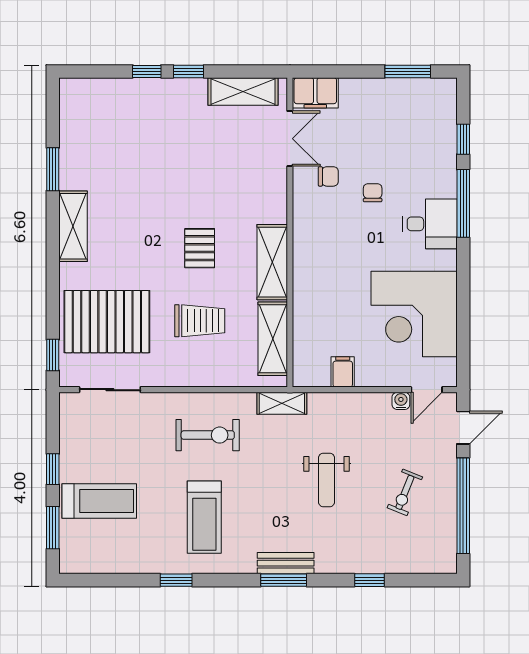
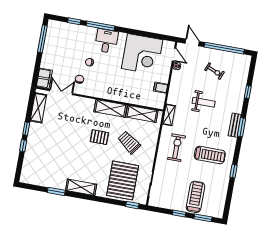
window: (408, 71) -> (42, 39), width x1.44
trolley: (200, 321) -> (129, 142), turned -54

